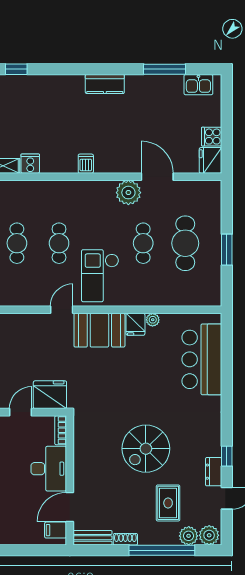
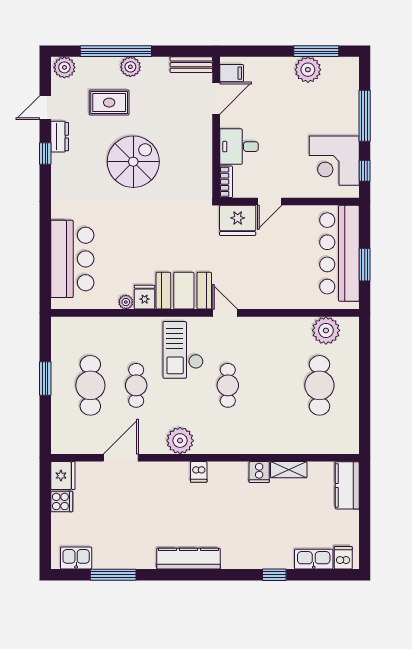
kitchen counter: (105, 84) -> (188, 559), width x1.50
door: (157, 177) -> (121, 458), swing flipped
plant: (128, 193) -> (180, 441), moved
cafe table: (17, 243) -> (274, 385), removed
checkout: (100, 276) -> (183, 350), turned 180
door: (62, 310) -> (225, 313), swing flipped
desk: (49, 469) -> (239, 147), width x0.73
rug: (168, 503) -> (109, 103), turned 90
plant: (189, 536) -> (130, 67), moved
shoe rack: (125, 539) -> (156, 63), removed

